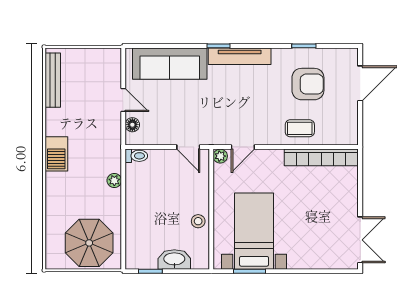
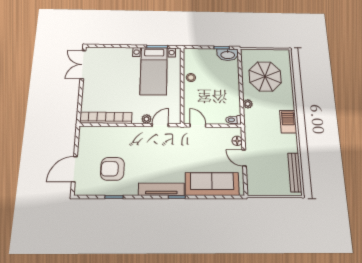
coffee table: (300, 128) -> (120, 138), removed
plant: (220, 156) -> (146, 119), moved
parasol: (89, 243) -> (265, 76), moved
washbasin: (174, 259) -> (228, 55), moved

